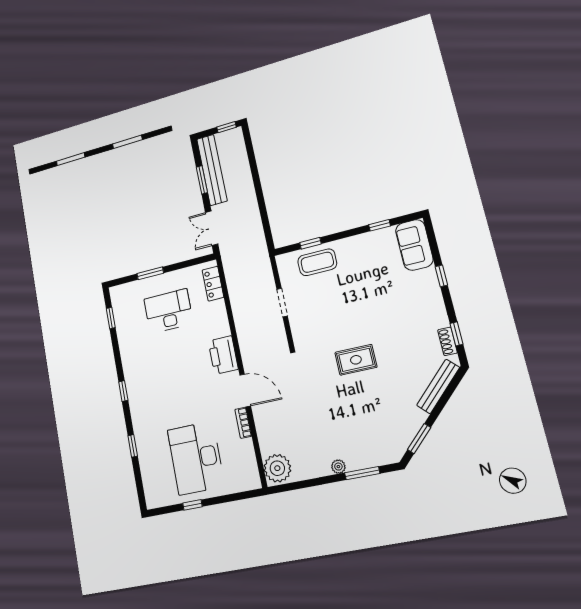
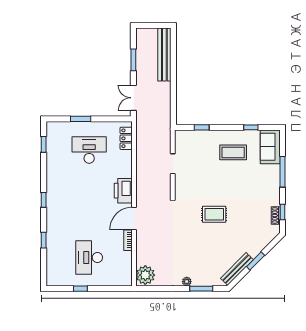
window: (226, 127) -> (160, 26), removed
bench: (212, 170) -> (164, 55), moved
coffee table: (317, 262) -> (233, 152), moved
window: (441, 276) -> (283, 172), width x2.17
bench: (438, 386) -> (237, 269), moved
door: (245, 390) -> (134, 219), swing flipped
window: (419, 439) -> (256, 261), moved
desk: (196, 458) -> (89, 258), width x0.73, depth x0.77

